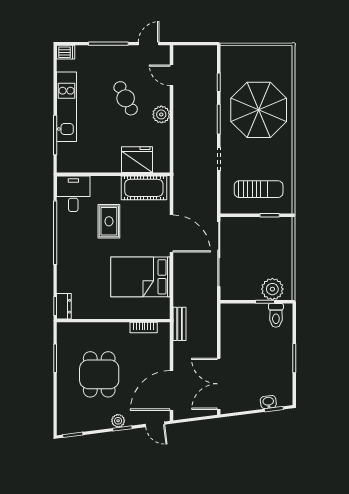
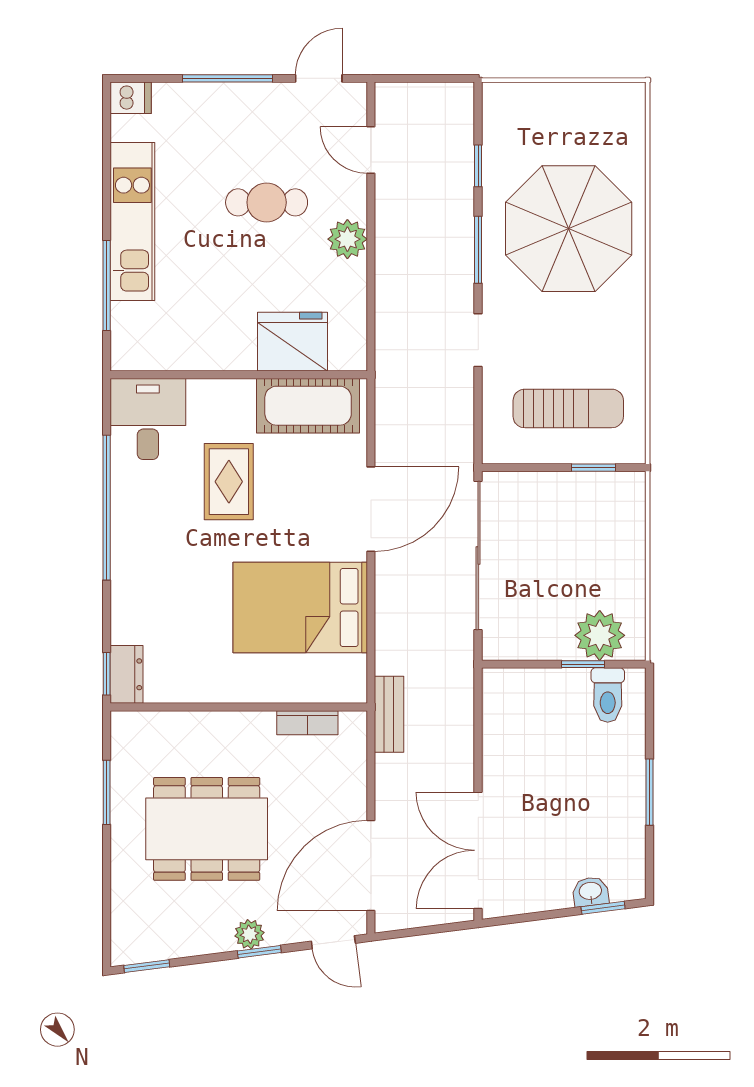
cafe table: (126, 98) -> (267, 202), turned -63
door: (172, 233) -> (371, 509), hinge flipped
dining table: (99, 374) -> (207, 829), width x1.38

